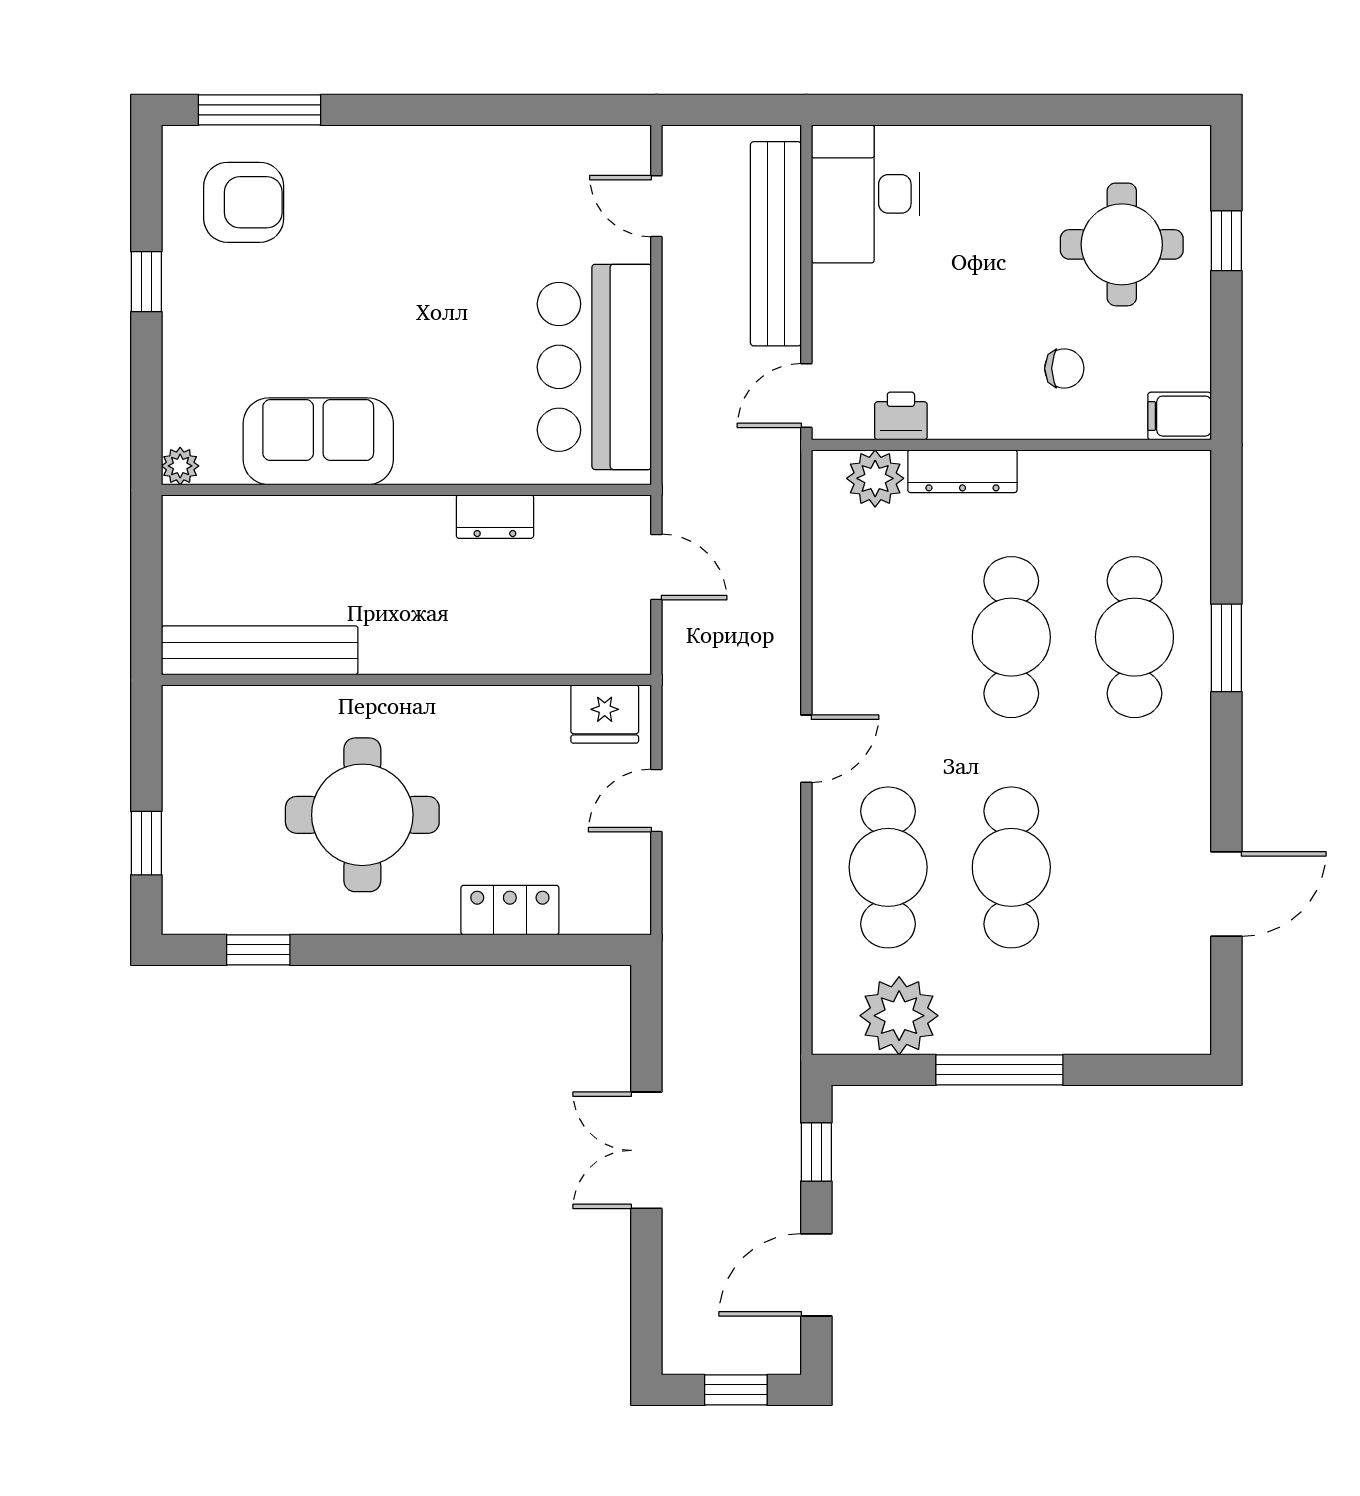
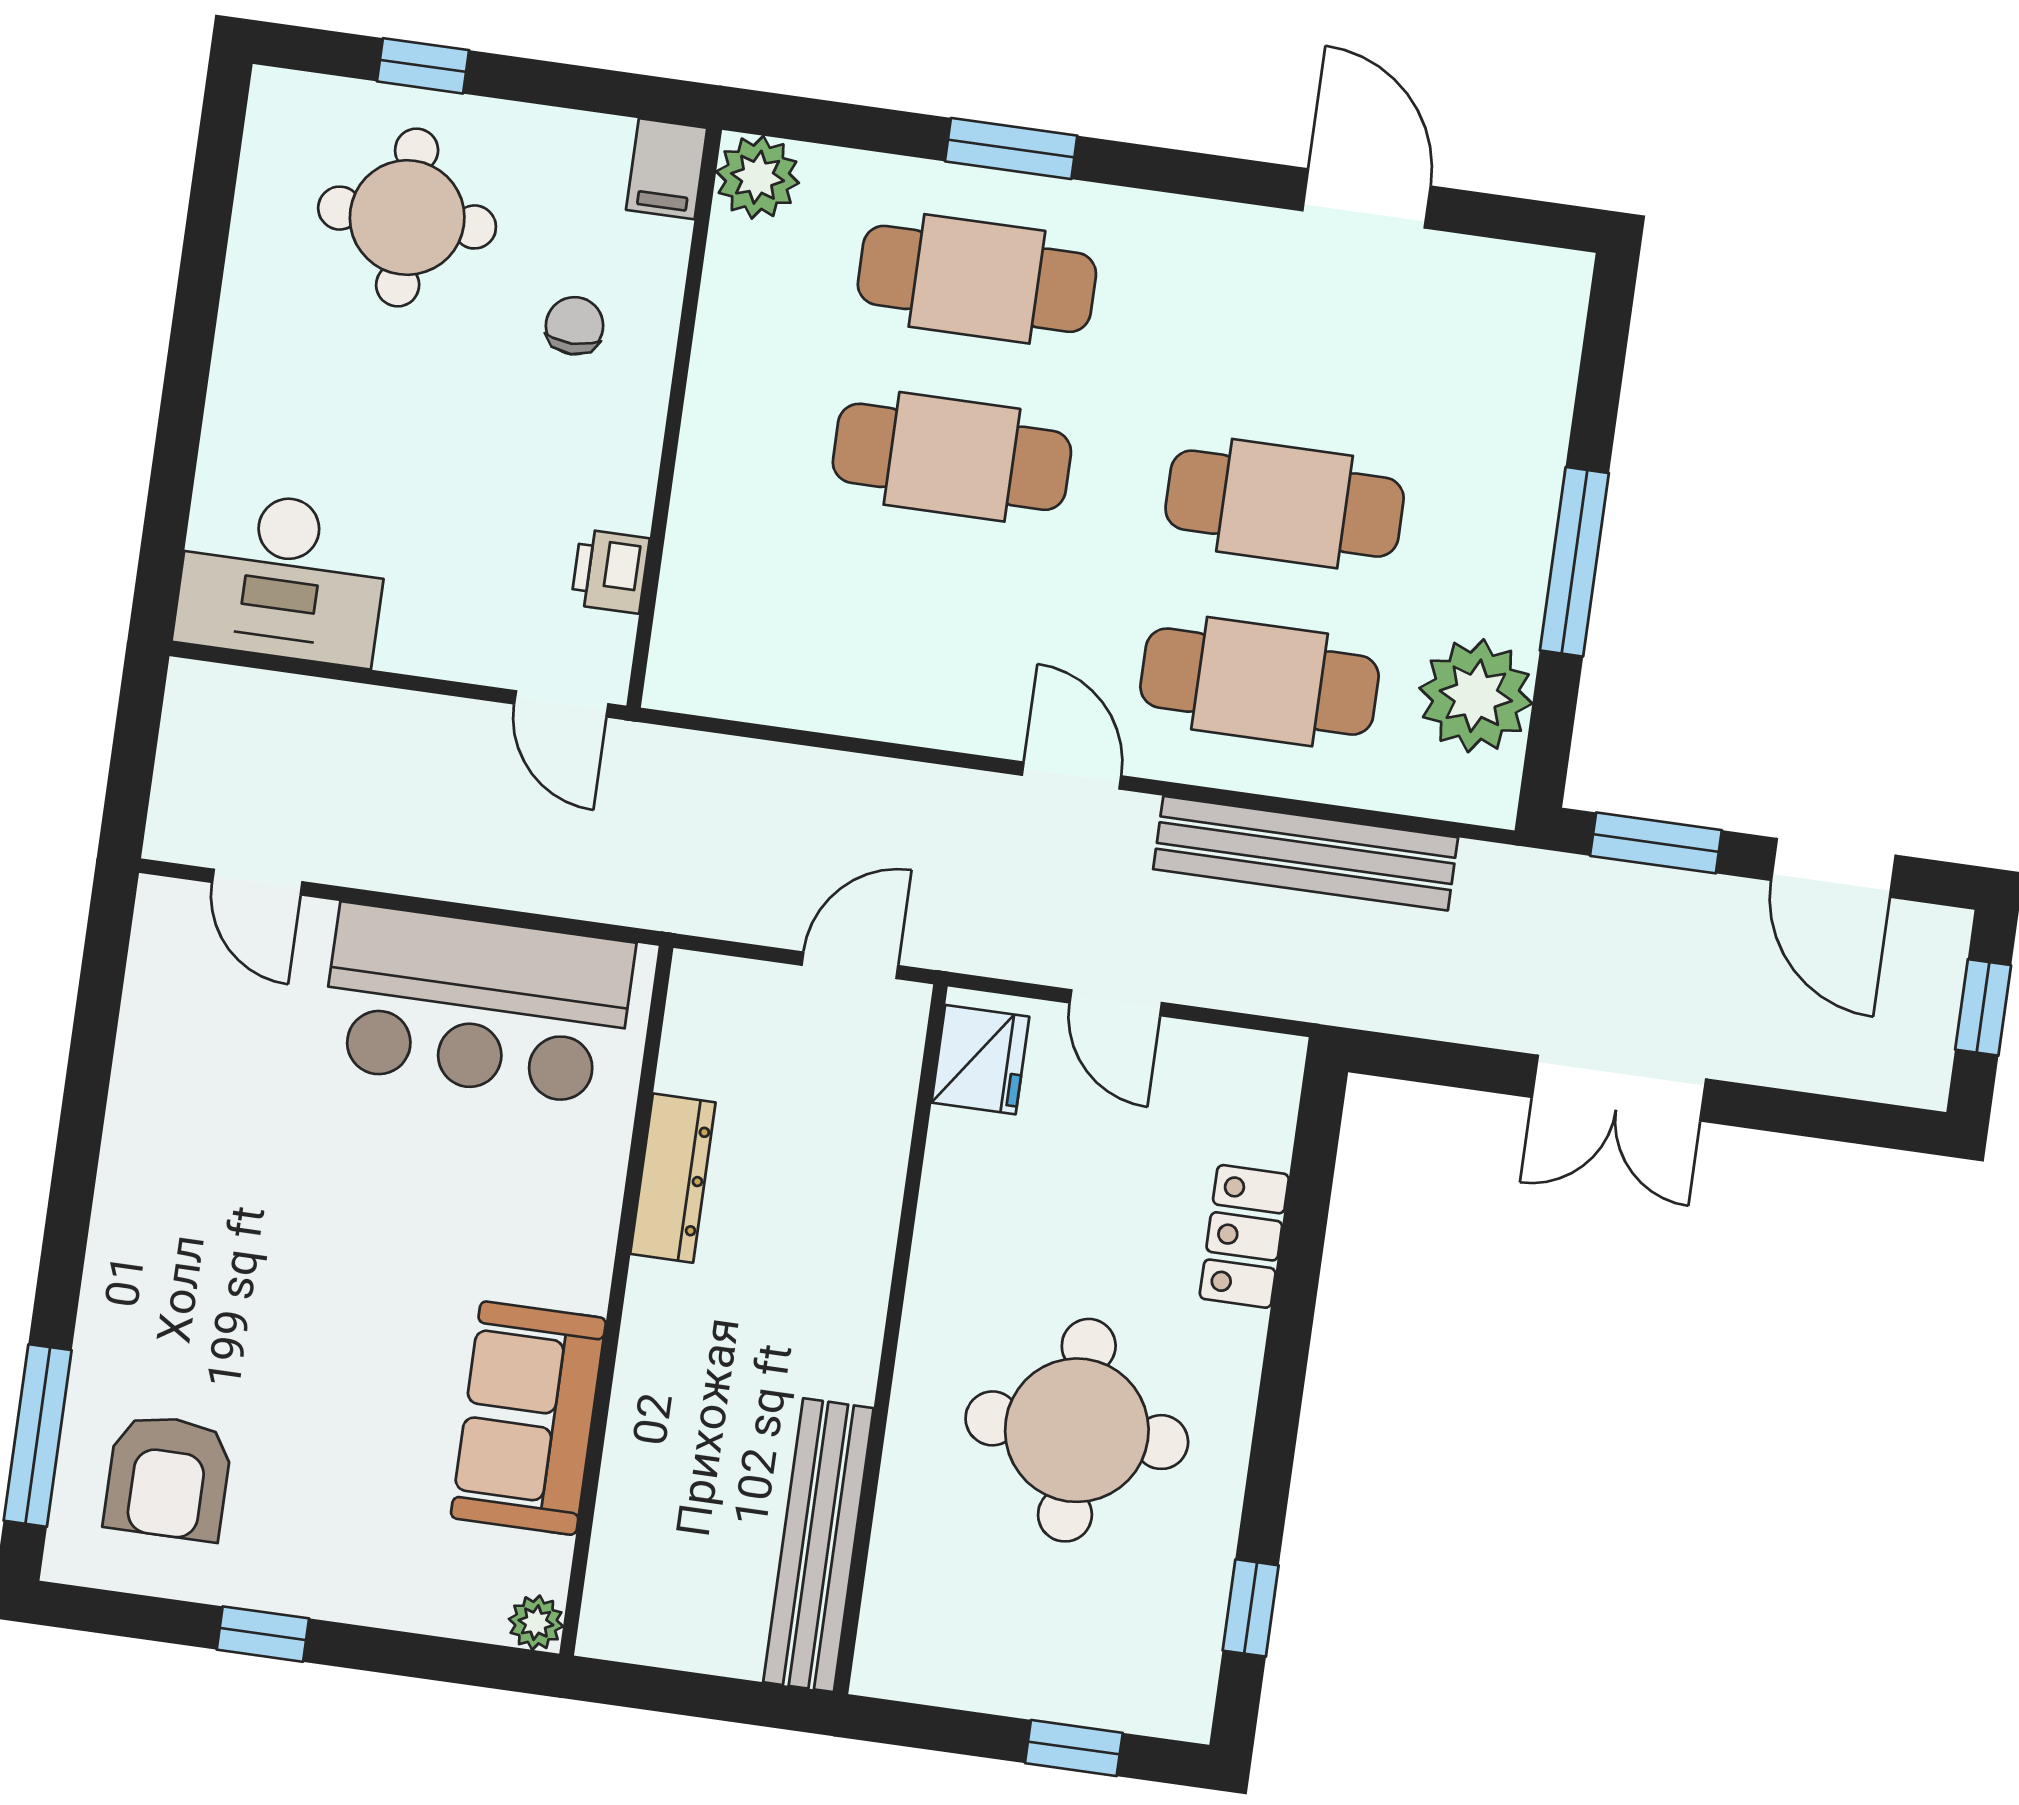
armchair: (244, 202) -> (168, 1477), turned 180
door: (656, 206) -> (257, 882), hinge flipped
bench: (776, 244) -> (1306, 853), moved
dresser: (962, 471) -> (702, 494), removed
plant: (875, 478) -> (758, 177), moved
dresser: (495, 517) -> (673, 1178), width x1.44
door: (656, 567) -> (850, 965), moved
window: (816, 1152) -> (1656, 843), width x1.50

